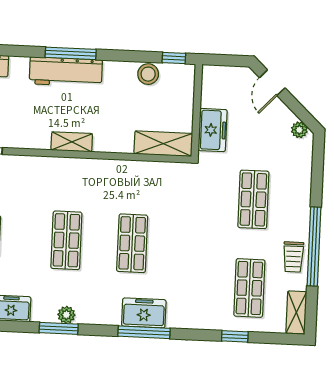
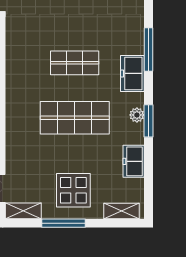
shop shelf: (66, 240) -> (75, 118), width x1.43, depth x1.36
freezer: (144, 313) -> (132, 73), moved

